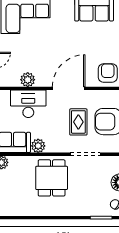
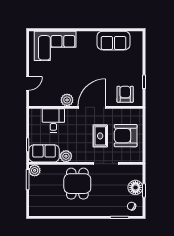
plant: (28, 80) -> (67, 100), moved
desk: (28, 104) -> (53, 120), width x0.73

